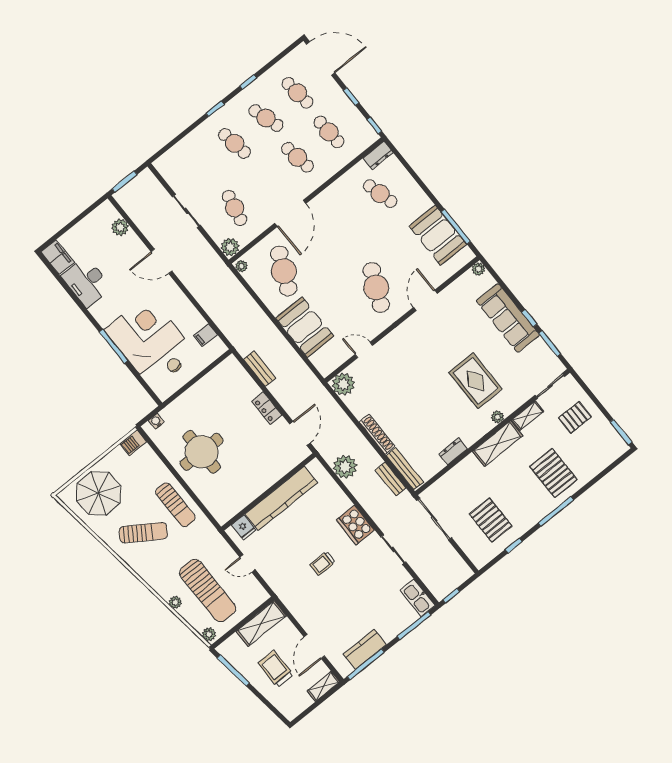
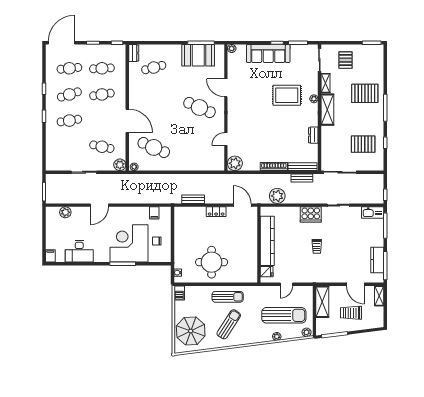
filing cabinet: (58, 257) -> (50, 256), width x0.50
booth: (305, 327) -> (190, 160), removed

